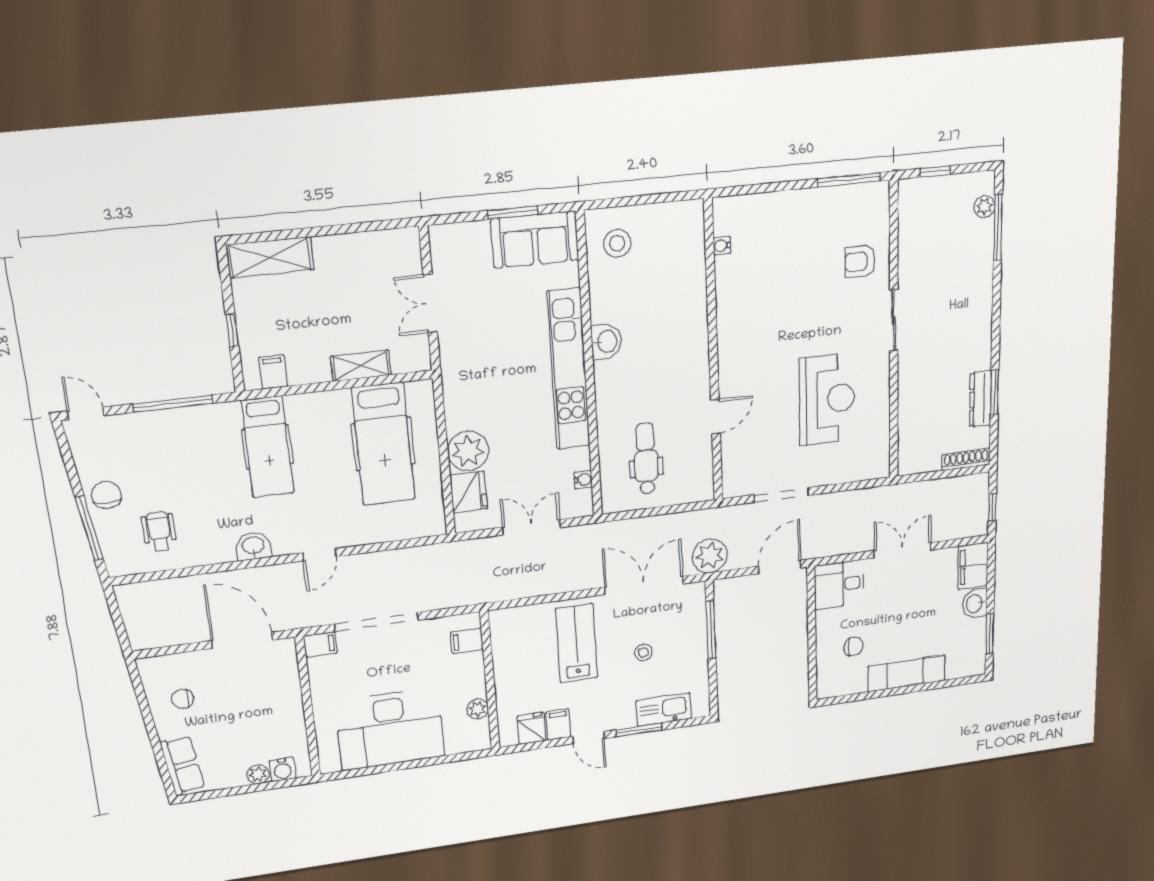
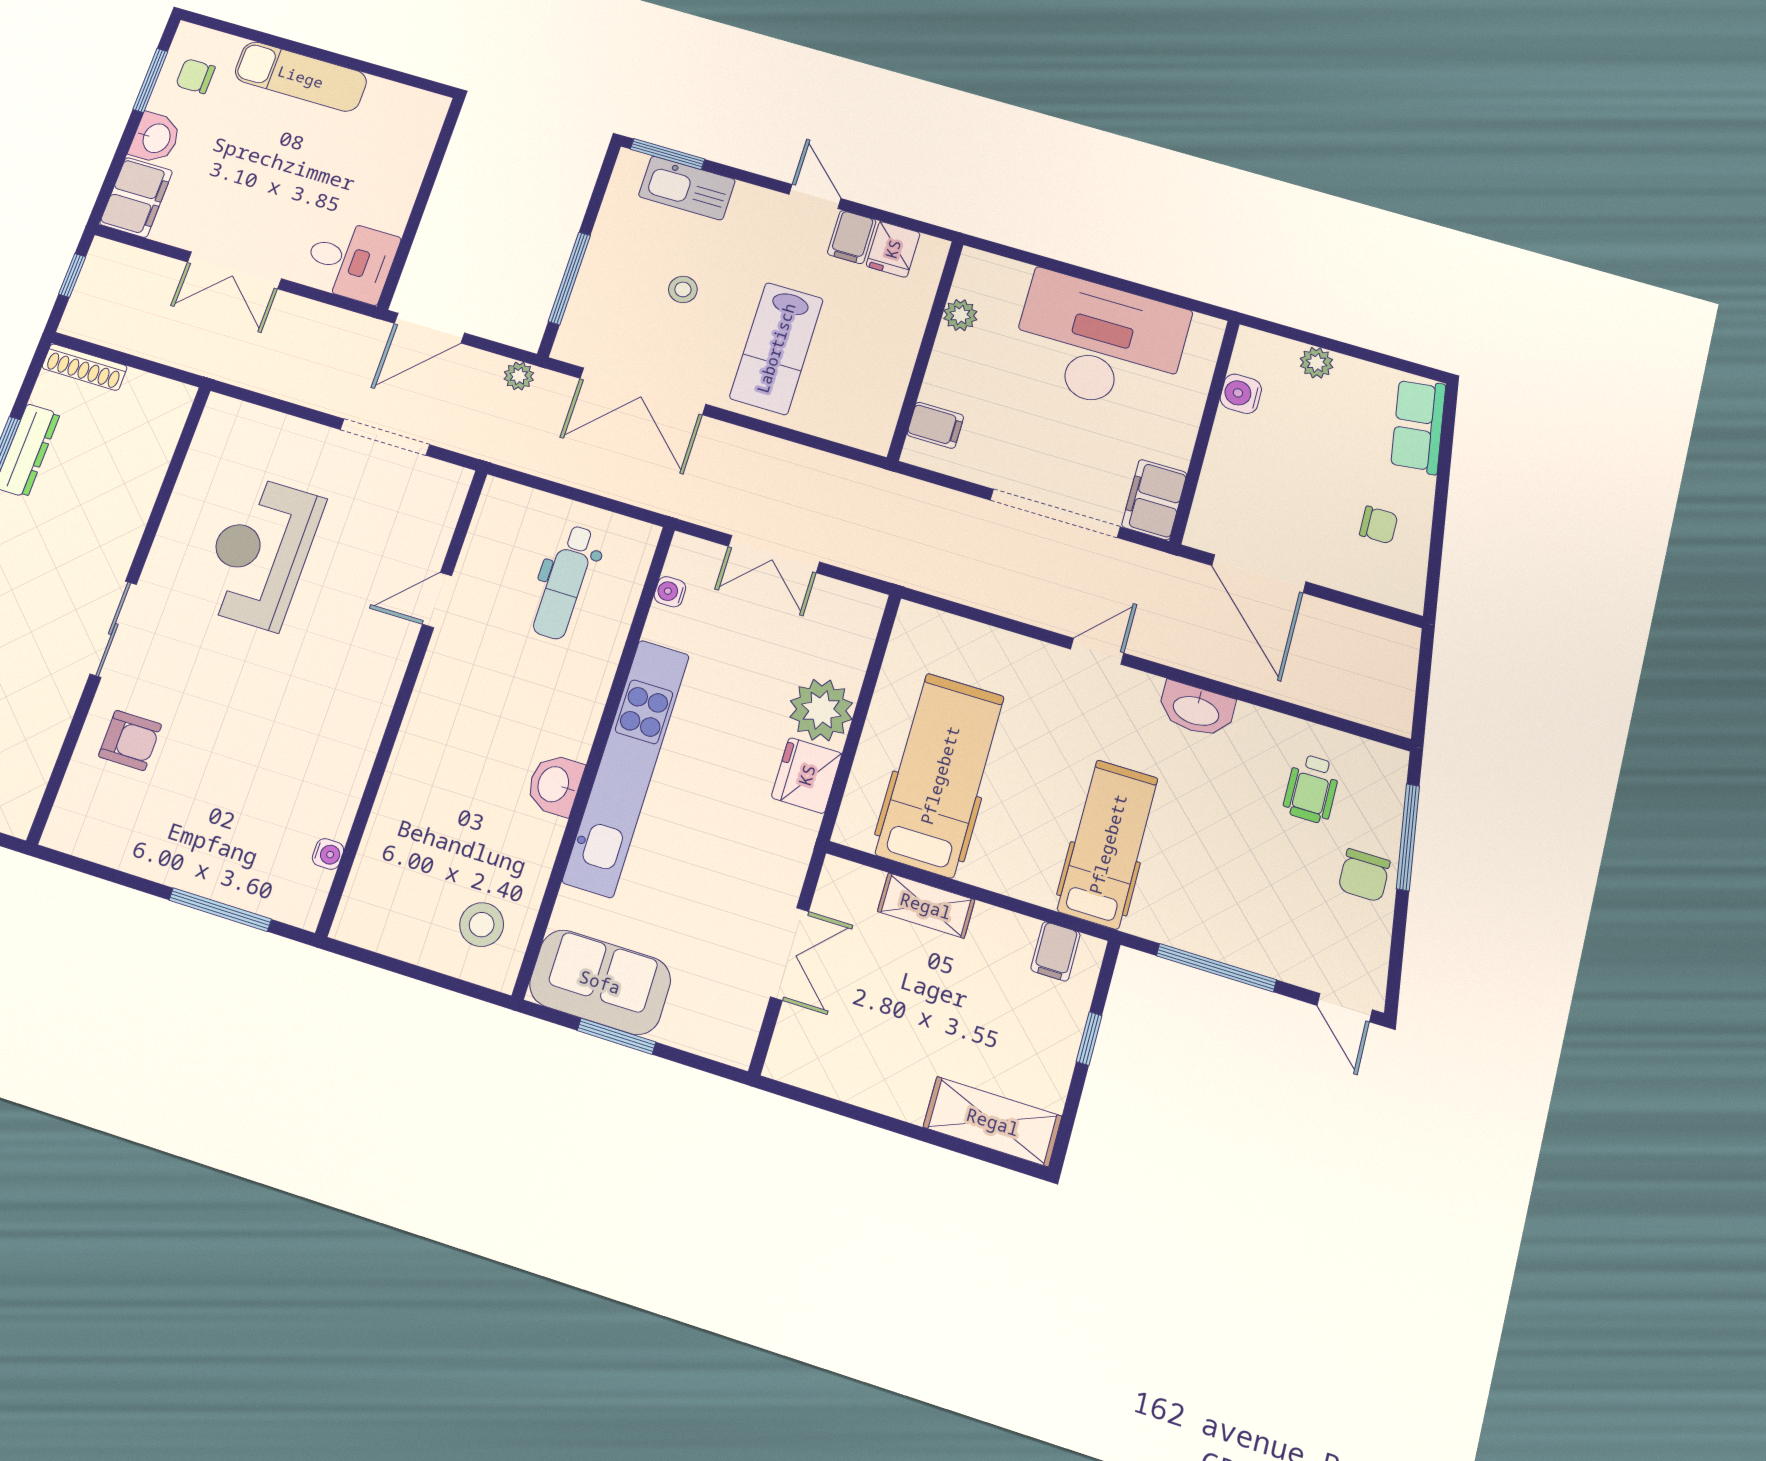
window: (849, 180) -> (220, 910), moved
fridge: (469, 492) -> (807, 775), moved
washbasin: (253, 546) -> (1196, 710), width x1.38
plant: (710, 556) -> (519, 376), width x0.53, depth x0.53
filing cabinet: (320, 644) -> (1154, 500), width x2.00
chair: (854, 646) -> (195, 76), moved
window: (639, 730) -> (667, 154), moved
water cooler: (283, 769) -> (1241, 394), moved, turned -90

